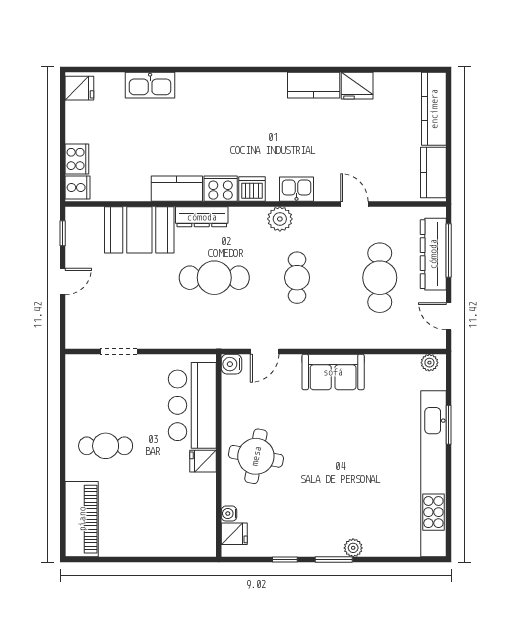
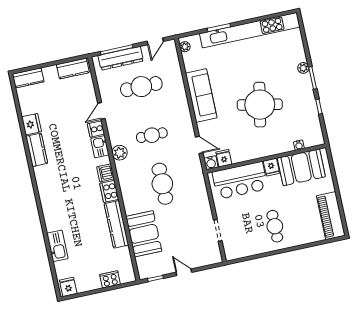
kitchen counter: (434, 109) -> (28, 78), width x0.67
cooker: (78, 187) -> (96, 129), moved, turned -90
kitchen counter: (177, 189) -> (116, 224), width x1.50
dresser: (202, 217) -> (128, 199), removed
sofa: (333, 372) -> (201, 95), width x1.36
round table: (256, 456) -> (260, 105), moved, width x1.36, depth x1.36
booth: (192, 510) -> (301, 167), added
piano: (82, 519) -> (331, 216), moved, turned -90
fridge: (234, 534) -> (224, 158), moved

